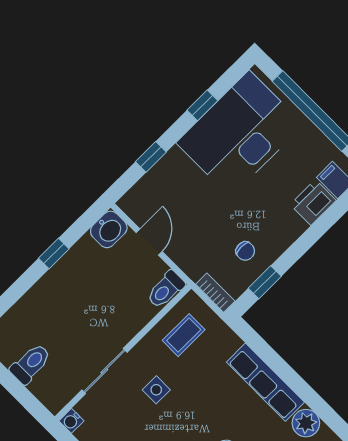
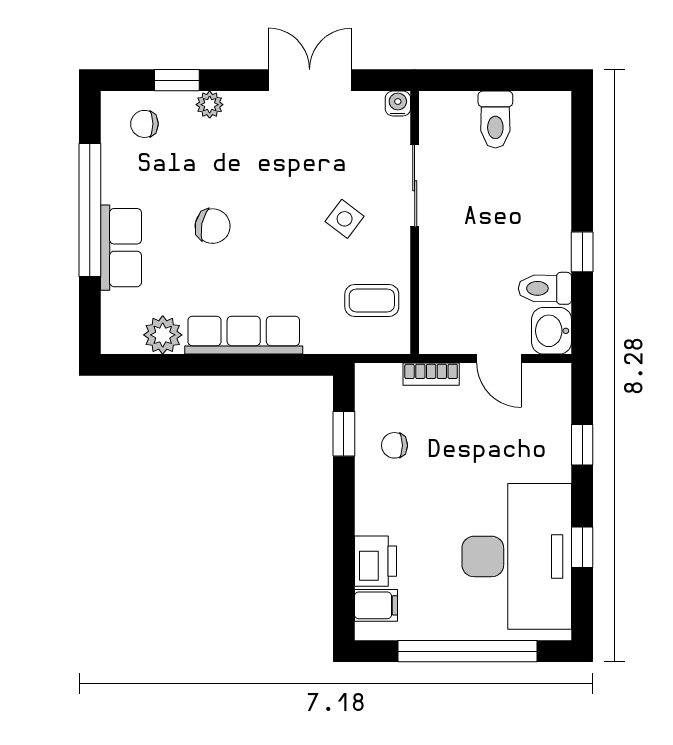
toilet: (166, 290) -> (545, 288), moved, turned -90
bookcase: (215, 293) -> (431, 374), moved
coffee table: (184, 335) -> (372, 300), turned 90
side table: (156, 390) -> (345, 219), turned 37

